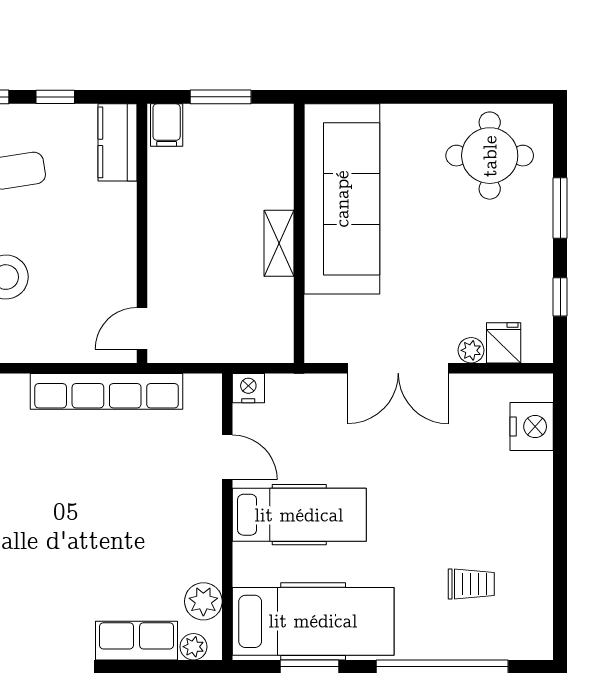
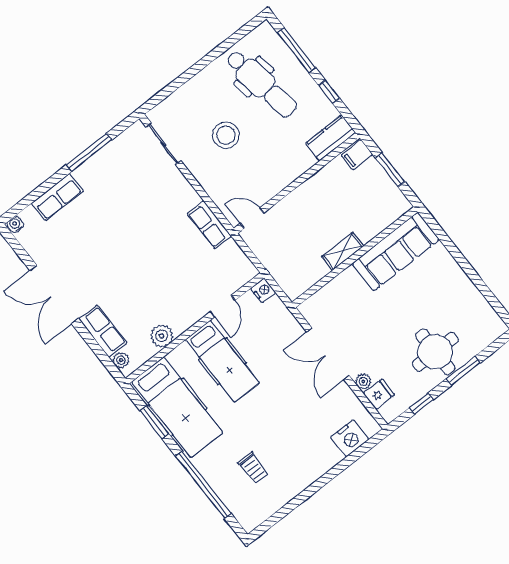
round table: (490, 156) -> (435, 352), moved
sofa: (342, 199) -> (396, 252), width x0.74, depth x0.79
row of seats: (107, 391) -> (209, 225), width x0.50
plant: (203, 601) -> (162, 336), moved

